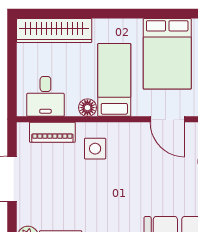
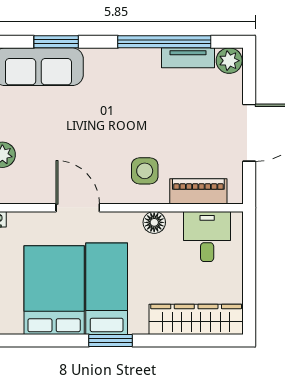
window: (122, 14) -> (111, 340), added
bed: (114, 80) -> (107, 289), moved, turned 180
door: (167, 119) -> (78, 208), moved

